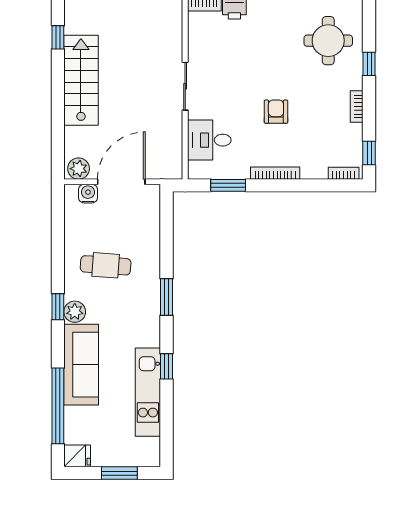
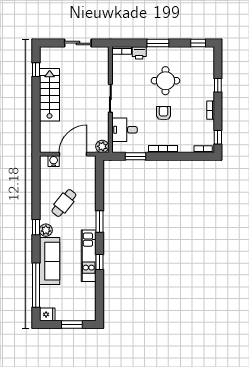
round table: (328, 41) -> (165, 81), moved
plant: (79, 169) -> (102, 146), moved
cafe table: (106, 265) -> (64, 203), turned -56
kitchen unit: (148, 392) -> (89, 256), moved

